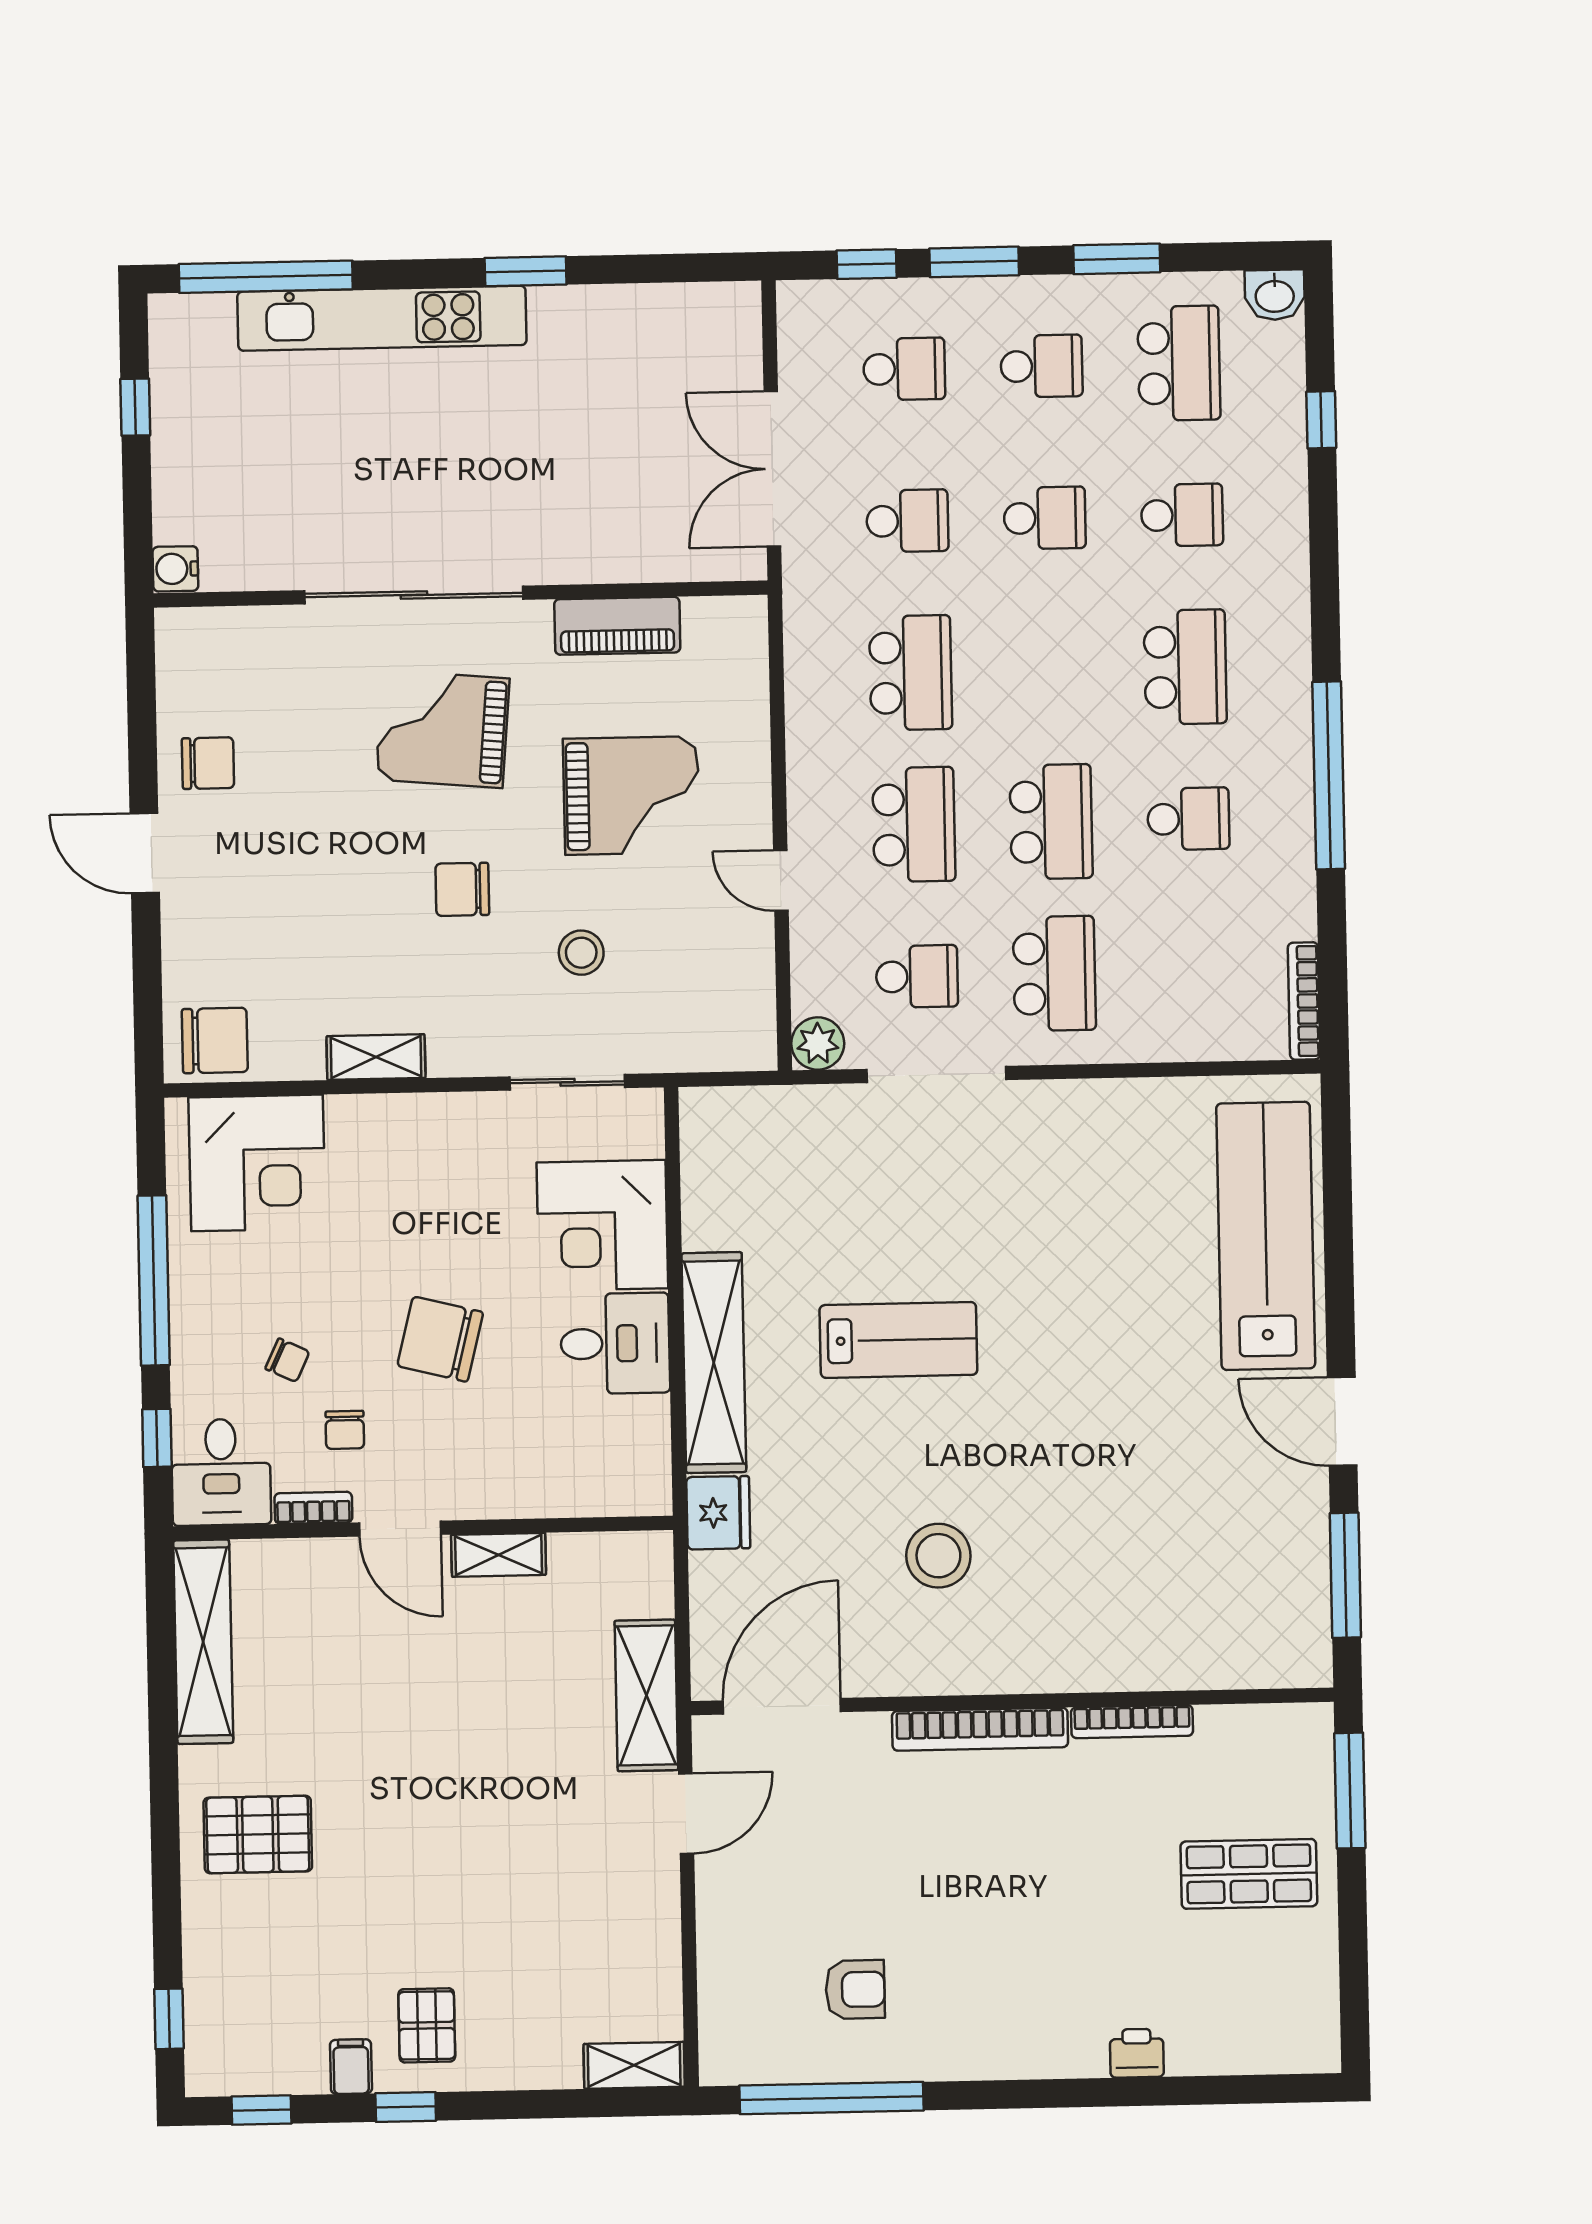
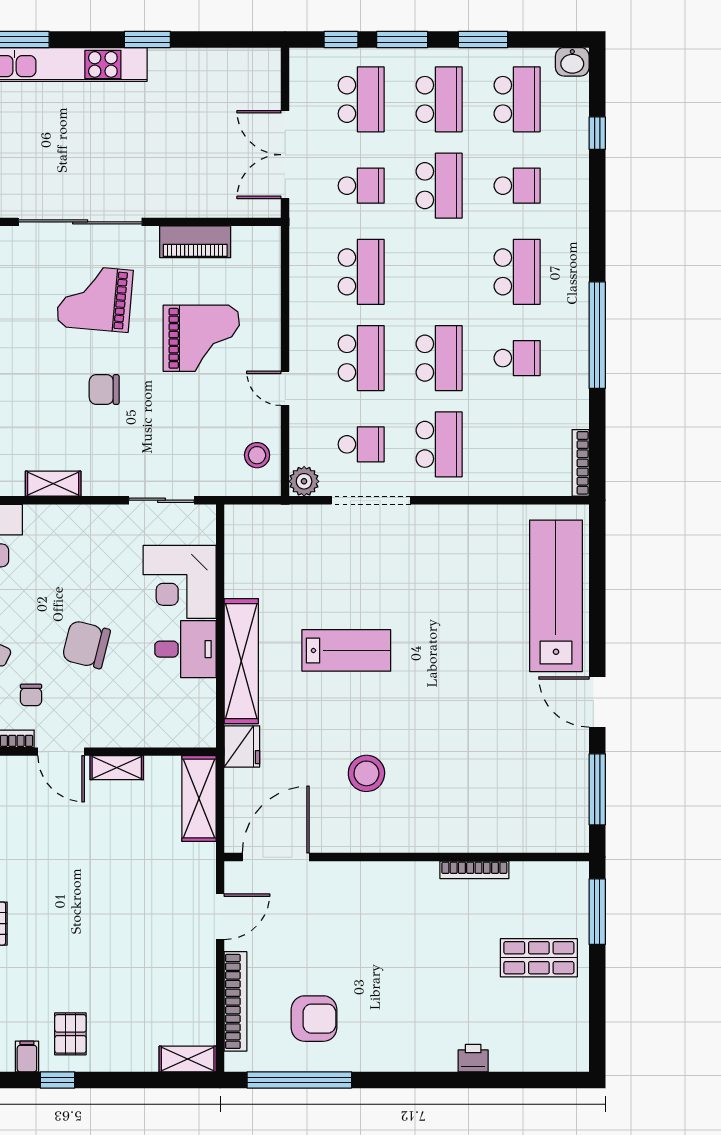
school desk: (1042, 366) -> (439, 99), width x1.85
school desk: (904, 369) -> (361, 99), width x1.85
school desk: (1045, 518) -> (439, 186), width x1.85
stool: (581, 953) -> (257, 455), moved
shelving: (646, 1695) -> (199, 798), moved
bookcase: (980, 1729) -> (236, 1001), moved, turned -90
armchair: (855, 1989) -> (314, 1019), width x1.38, depth x1.38

